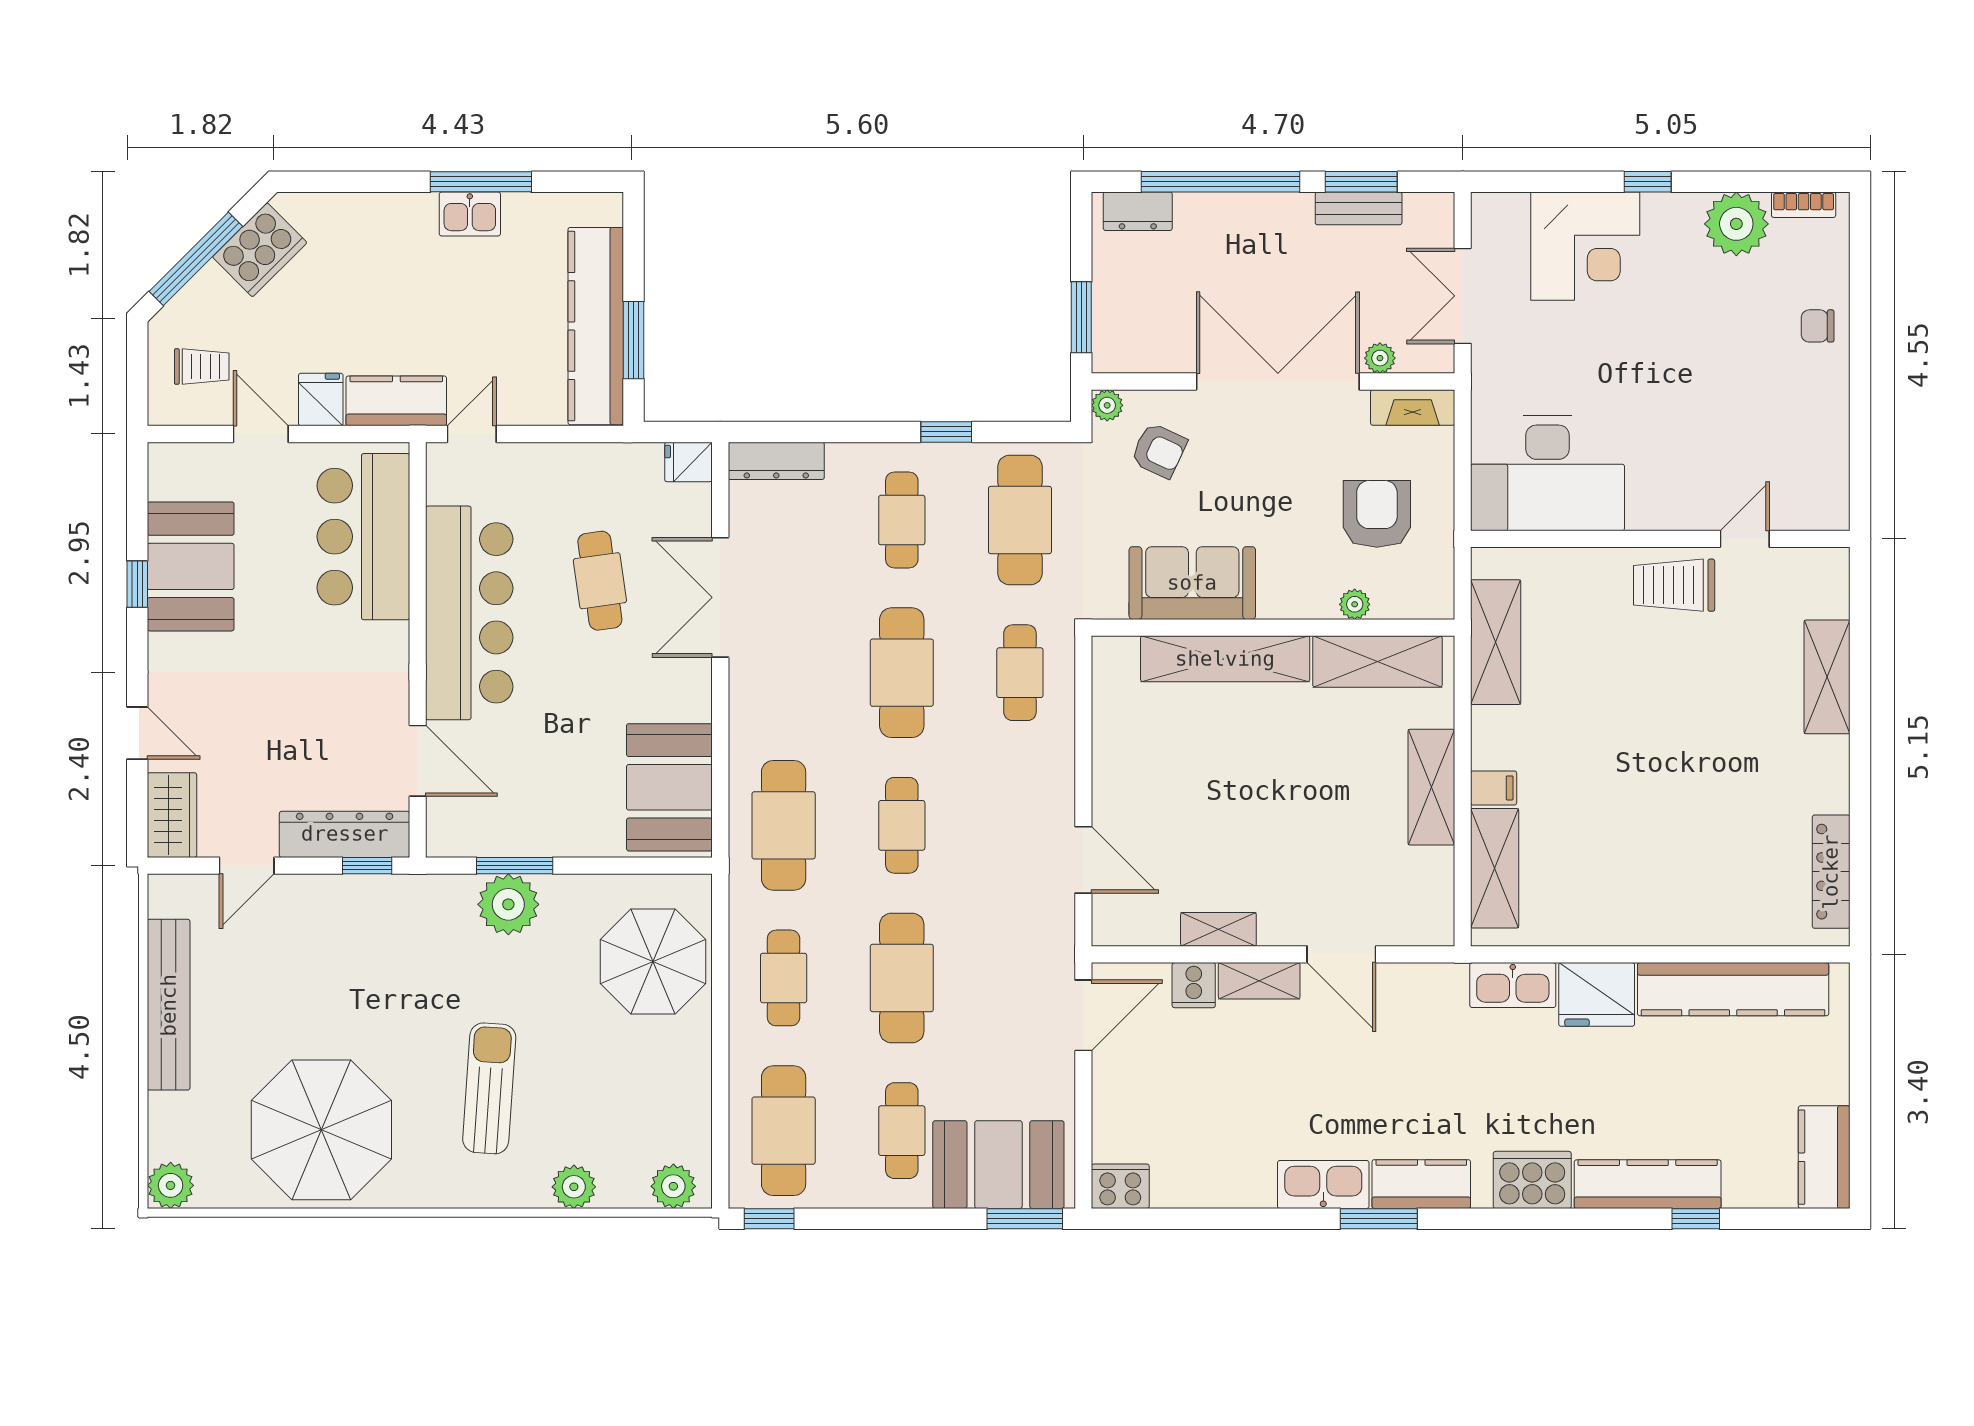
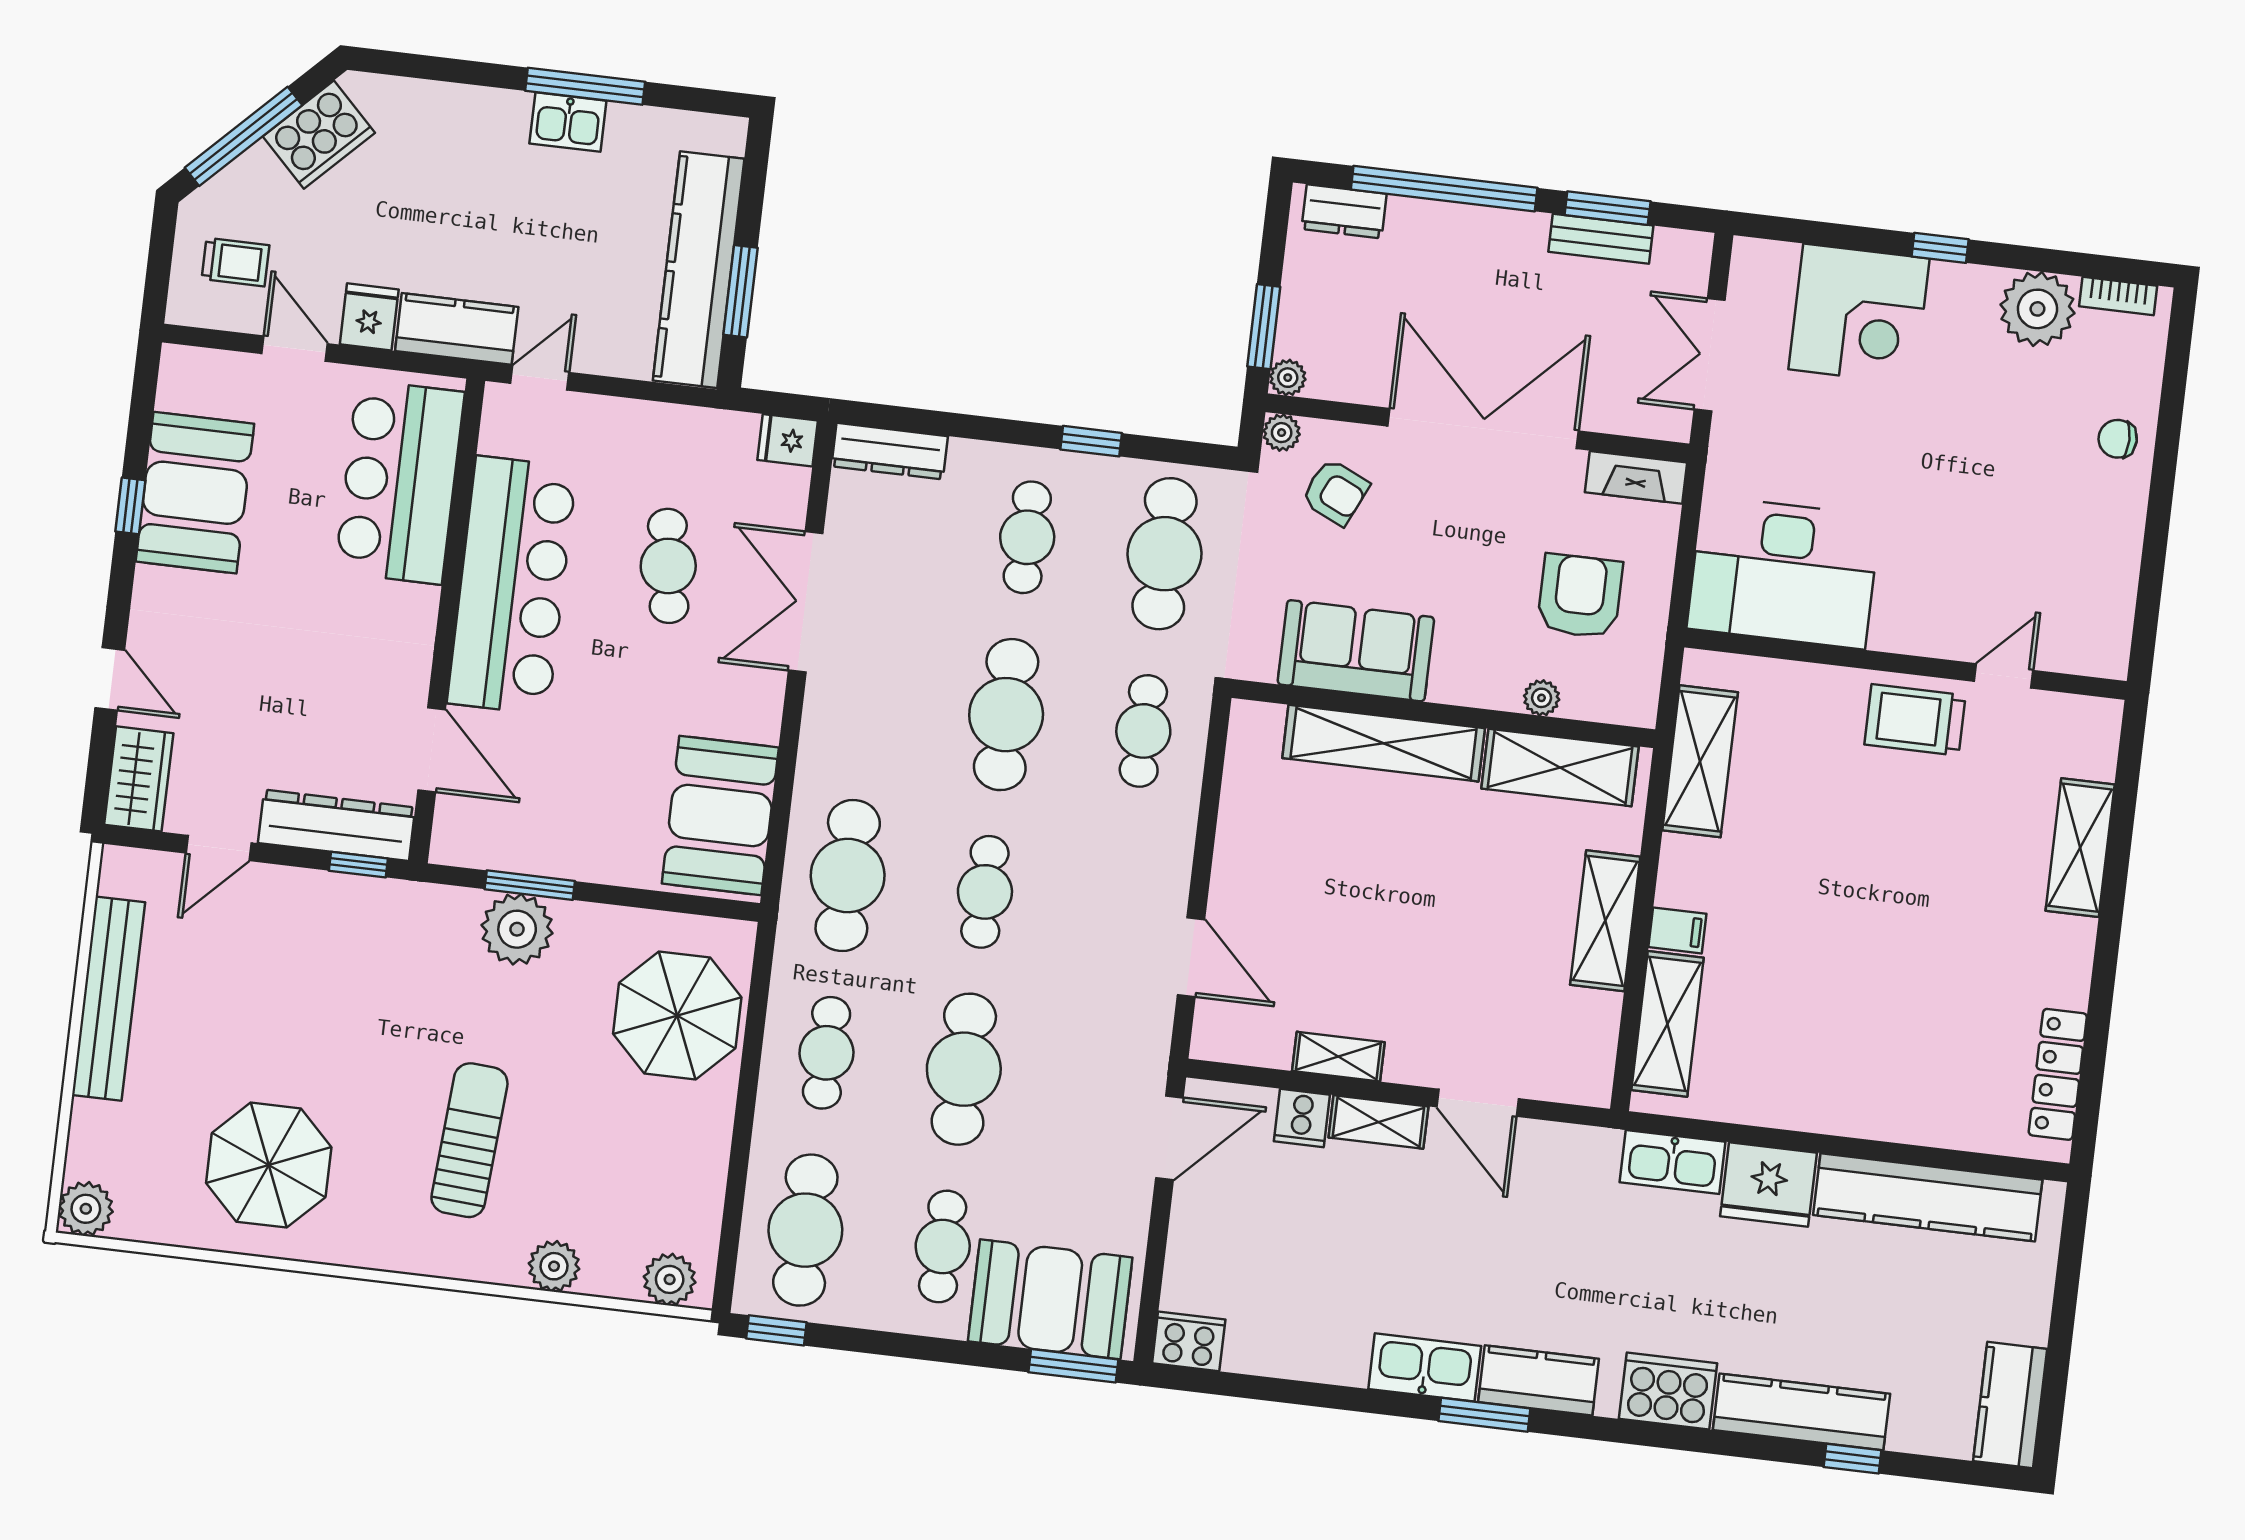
plant: (1380, 358) -> (1288, 378), moved
parasol: (321, 1130) -> (269, 1165), width x0.73, depth x0.73

